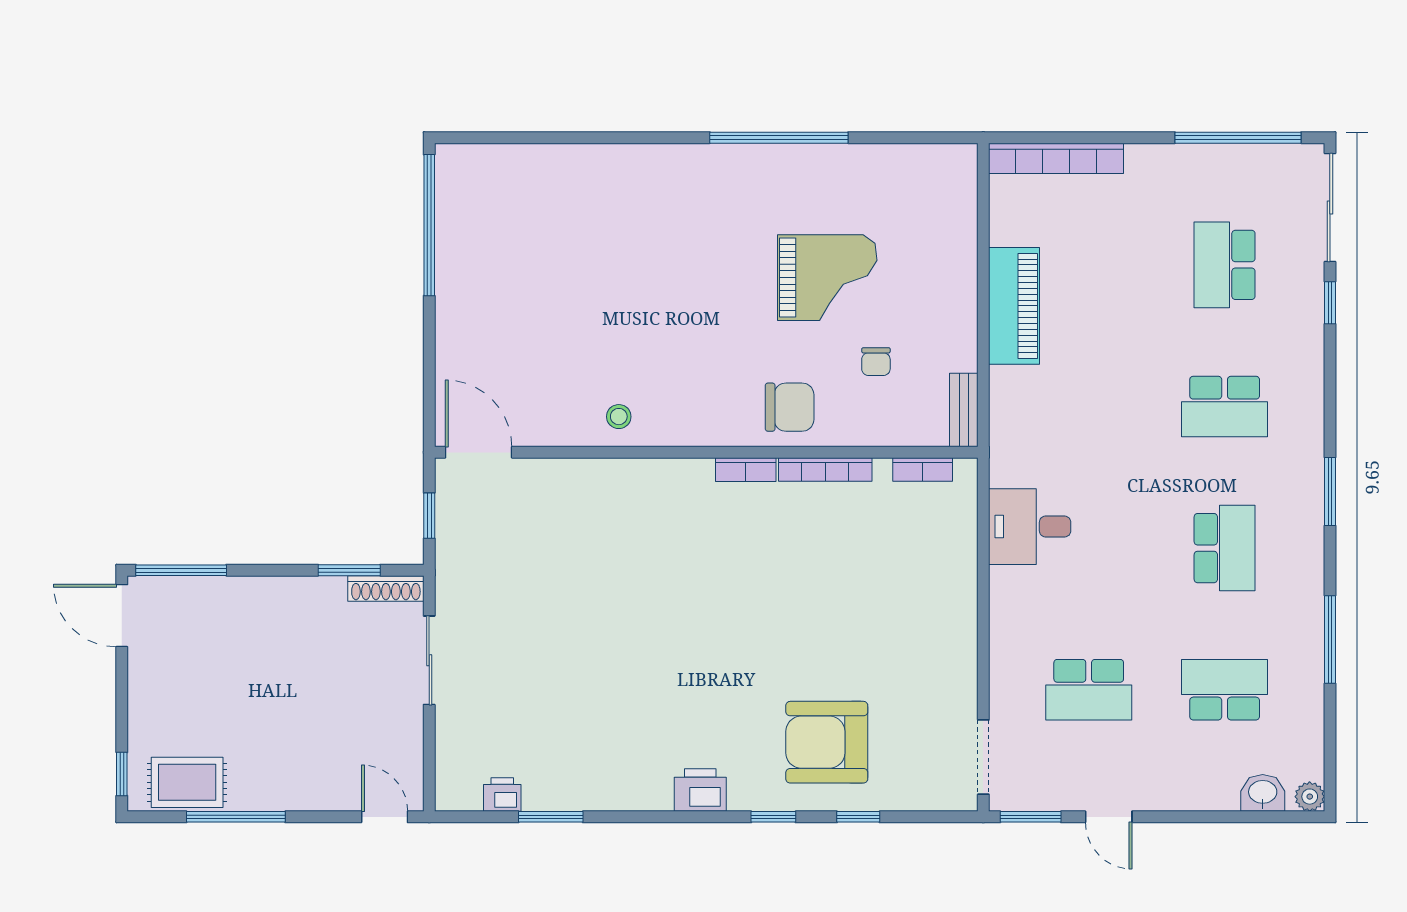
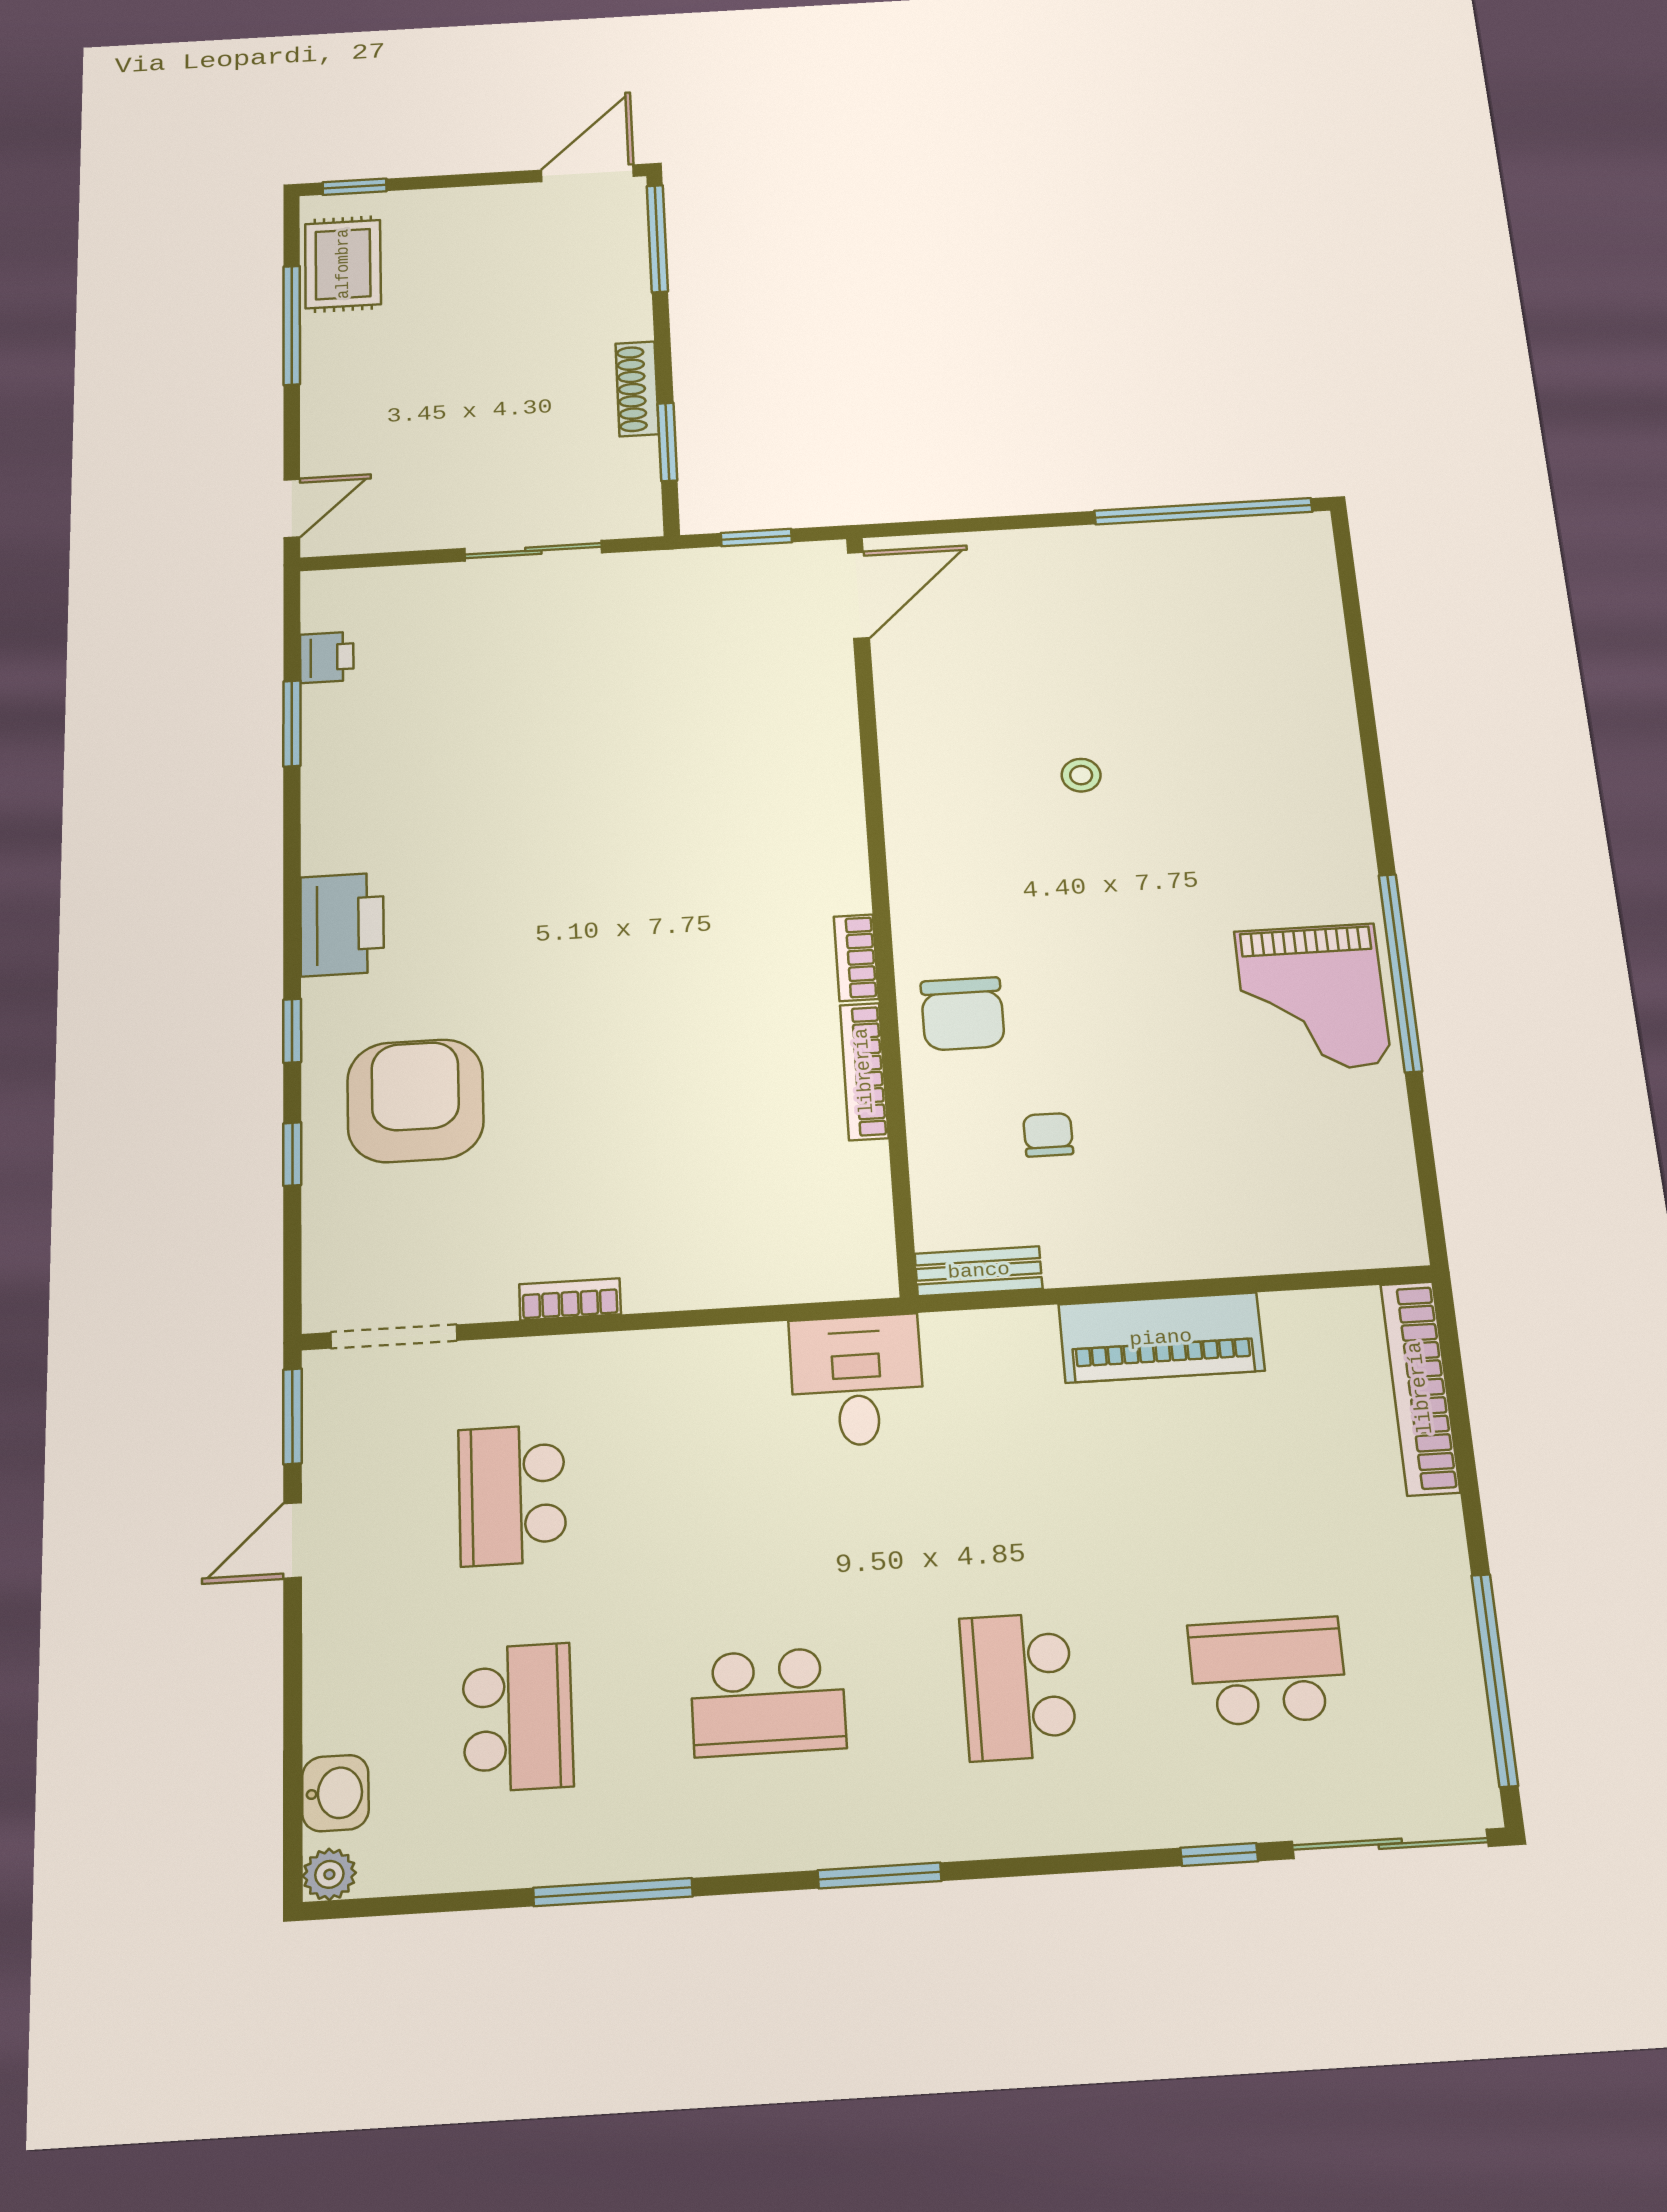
grand piano: (827, 278) -> (1312, 998), moved
chair: (876, 362) -> (1048, 1135), turned 90
stool: (619, 417) -> (1081, 775), moved
bookcase: (923, 470) -> (570, 1299), moved, turned 90
desk: (1030, 527) -> (857, 1380), moved
shoe rack: (386, 588) -> (637, 389), moved
printer: (700, 790) -> (342, 924), width x1.37, depth x1.19

